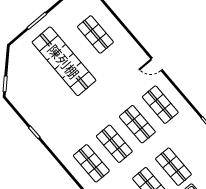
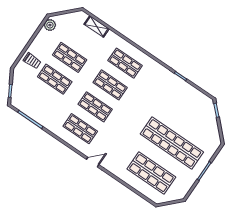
shop shelf: (95, 34) -> (151, 173), width x1.43, depth x1.36

